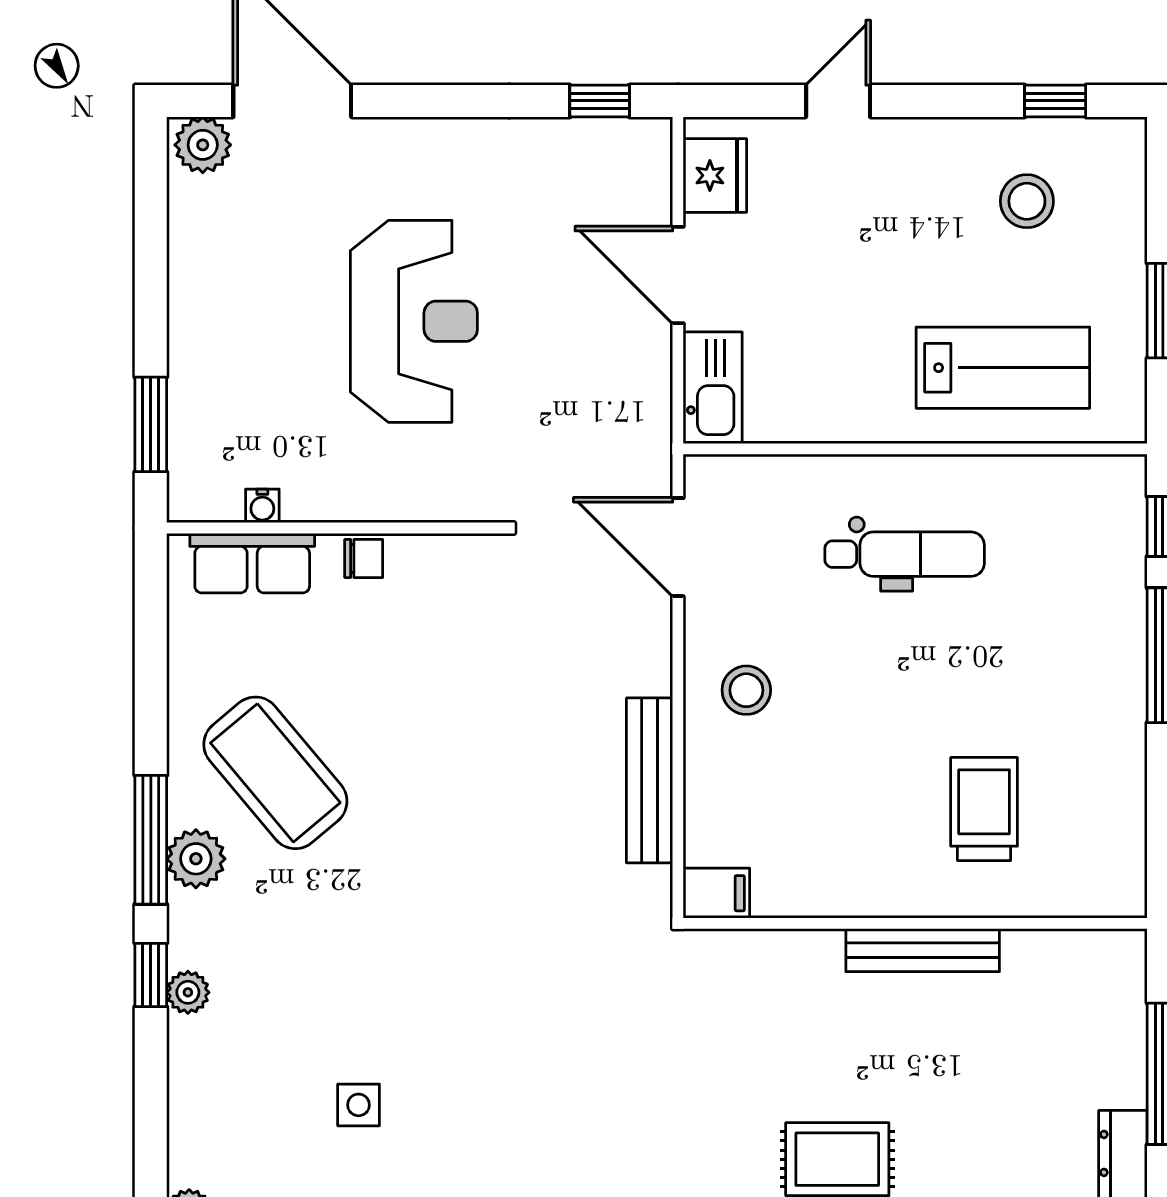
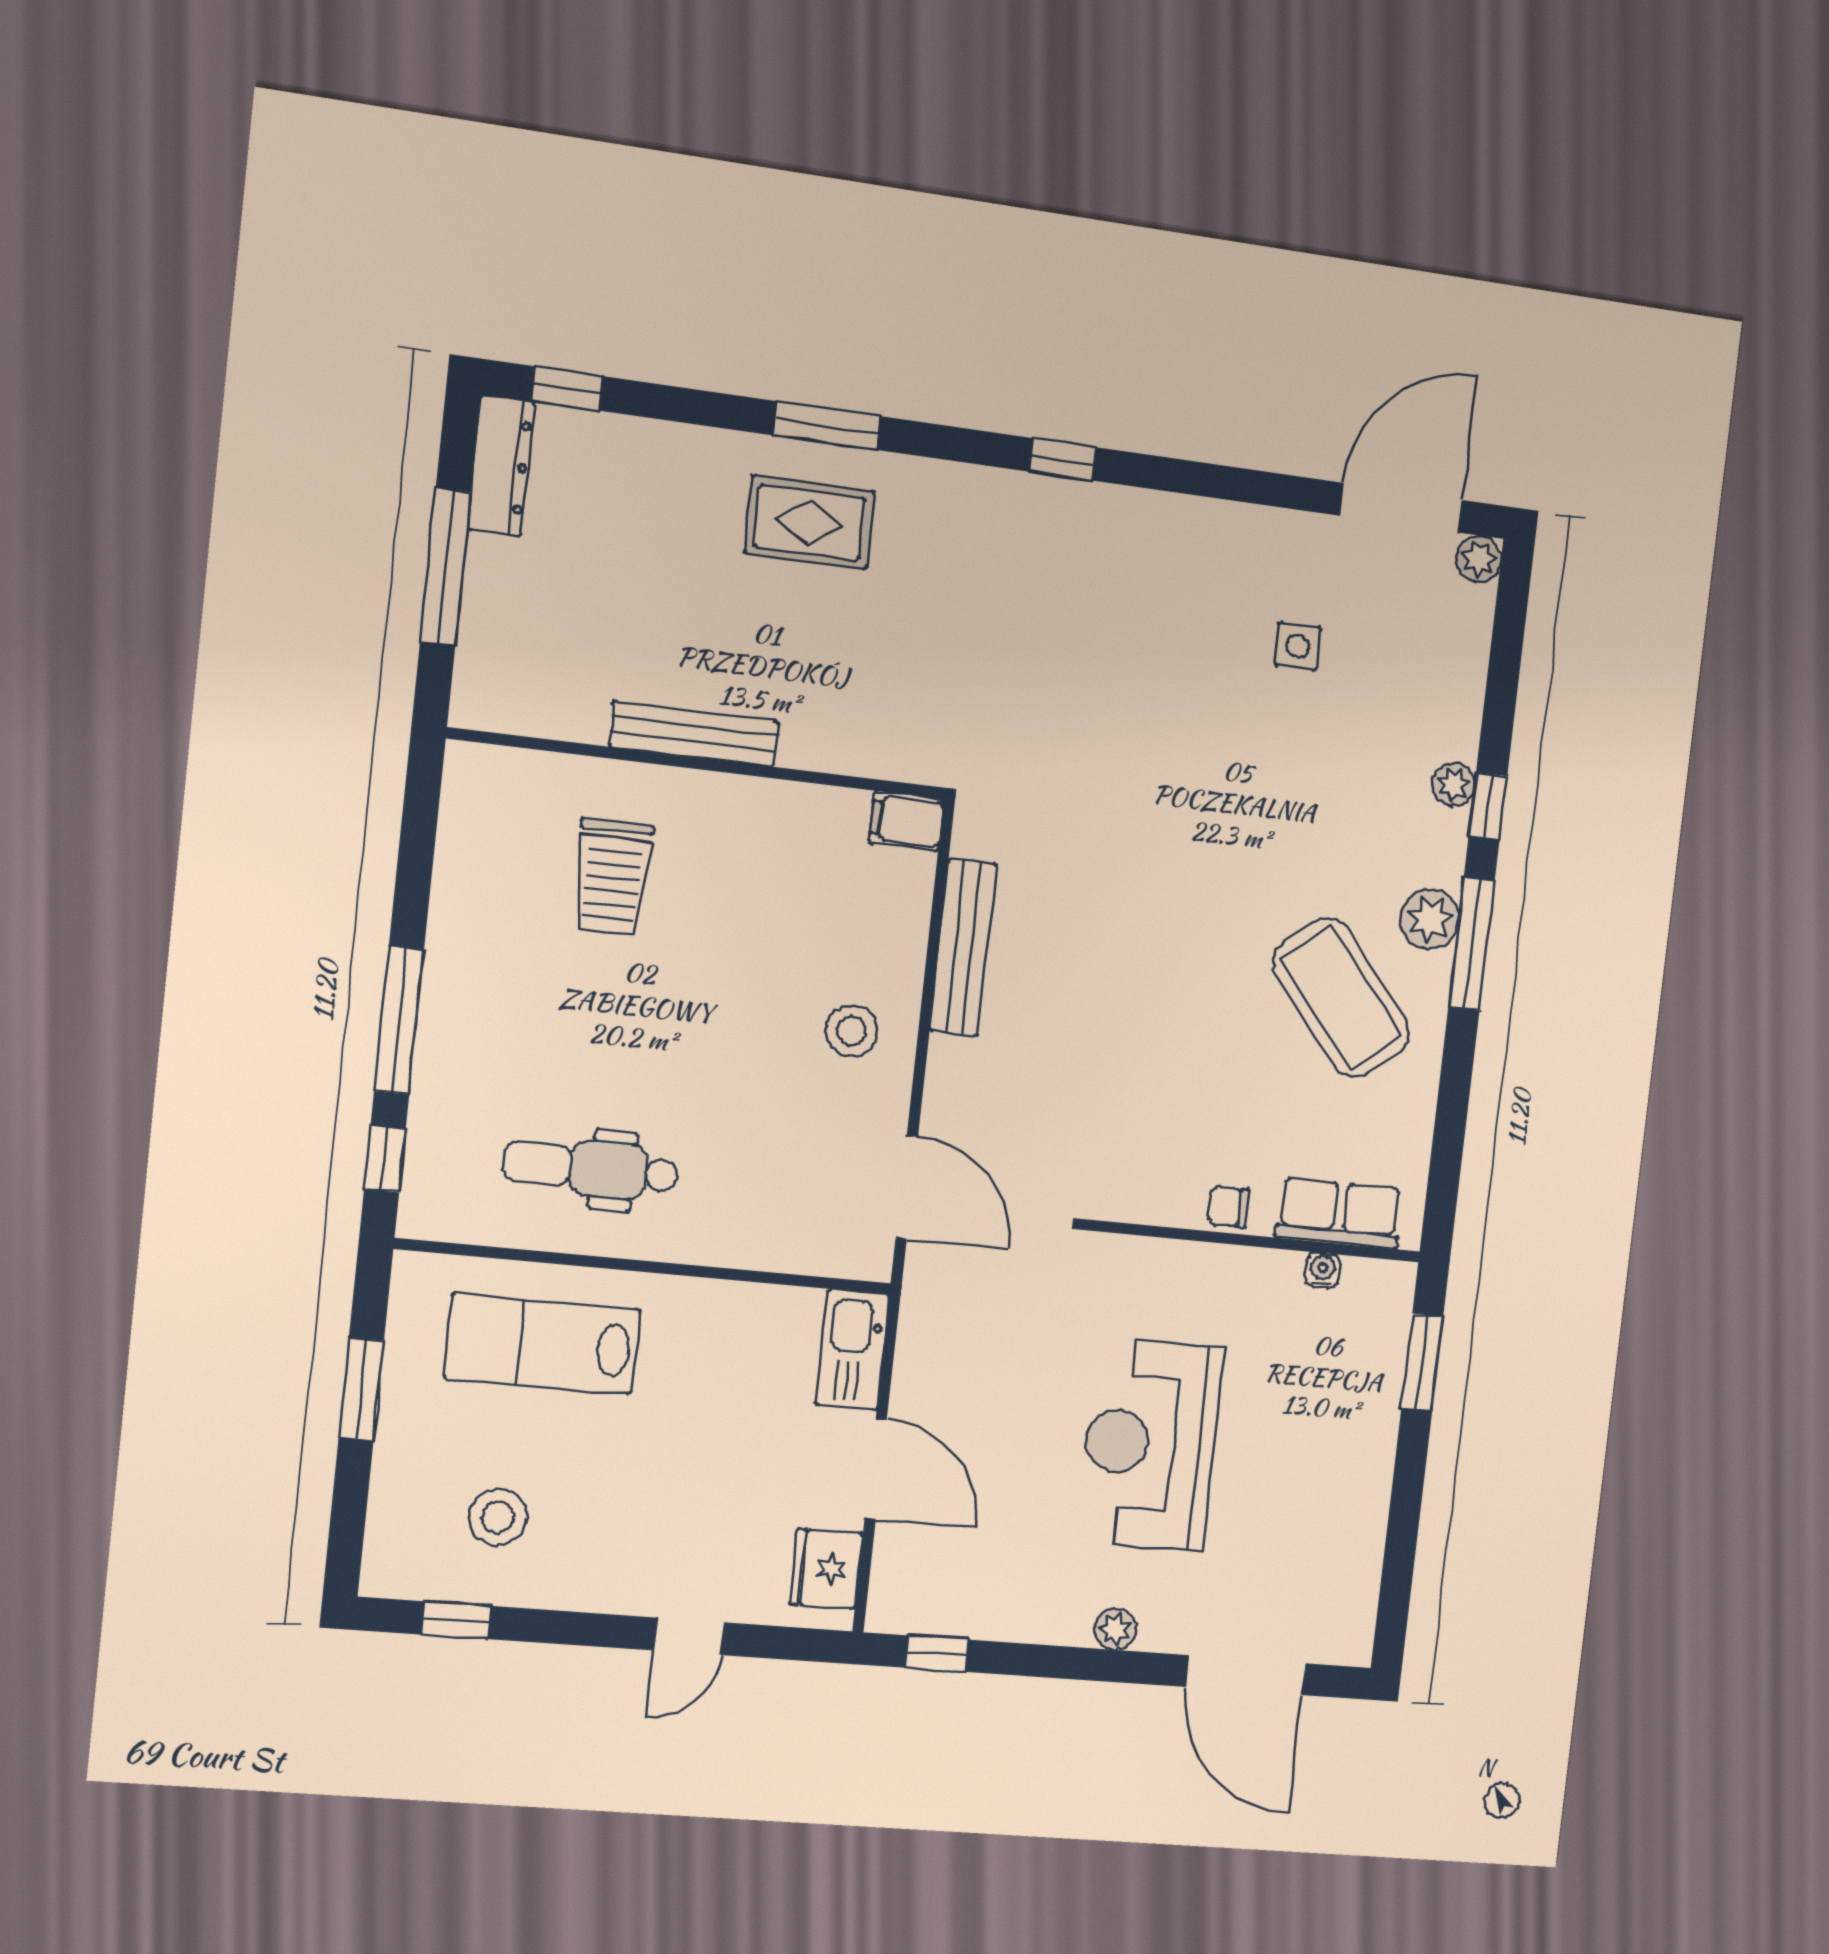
plant: (203, 145) -> (1115, 1629), moved, width x0.73, depth x0.73
dental chair: (905, 554) -> (591, 1169), moved

